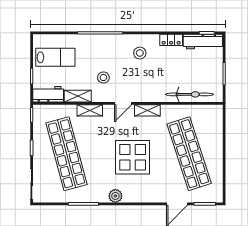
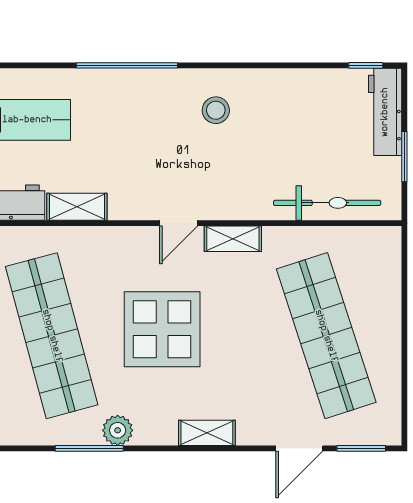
locker: (171, 40) -> (286, 81), removed
workbench: (203, 42) -> (385, 112), moved, turned 90
stool: (103, 78) -> (134, 165), removed
shelving: (90, 110) -> (207, 433), moved
display table: (133, 157) -> (162, 329), moved
plant: (115, 196) -> (118, 430), moved

